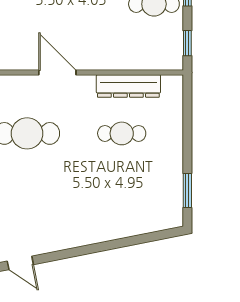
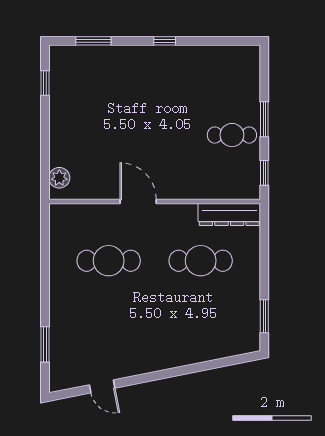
dresser: (128, 86) -> (229, 215), moved
cafe table: (122, 133) -> (201, 261), width x1.37, depth x1.35

